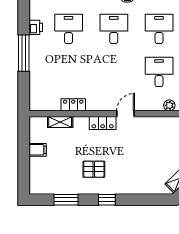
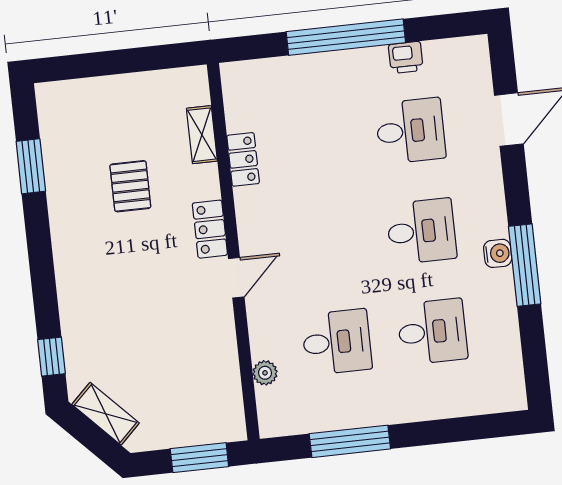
window: (24, 53) -> (346, 37), width x1.46
door: (126, 114) -> (236, 278), hinge flipped
filing cabinet: (38, 150) -> (135, 91), removed
pallet: (94, 169) -> (130, 186), moved
window: (107, 200) -> (51, 357), moved

